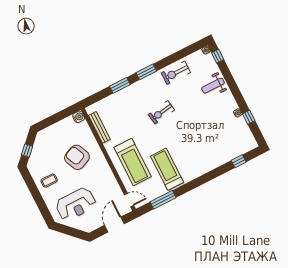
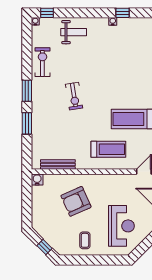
exercise bike: (176, 73) -> (42, 62), turned 180
weight bench: (213, 86) -> (74, 32), turned -90
treadmill: (133, 162) -> (108, 149), width x0.73, depth x0.73

